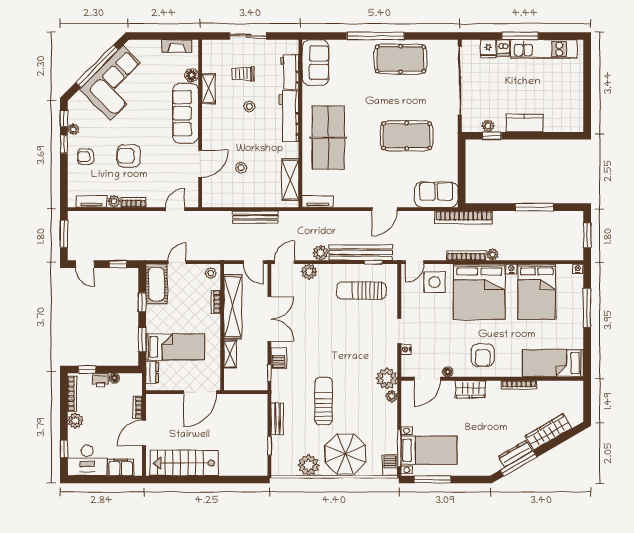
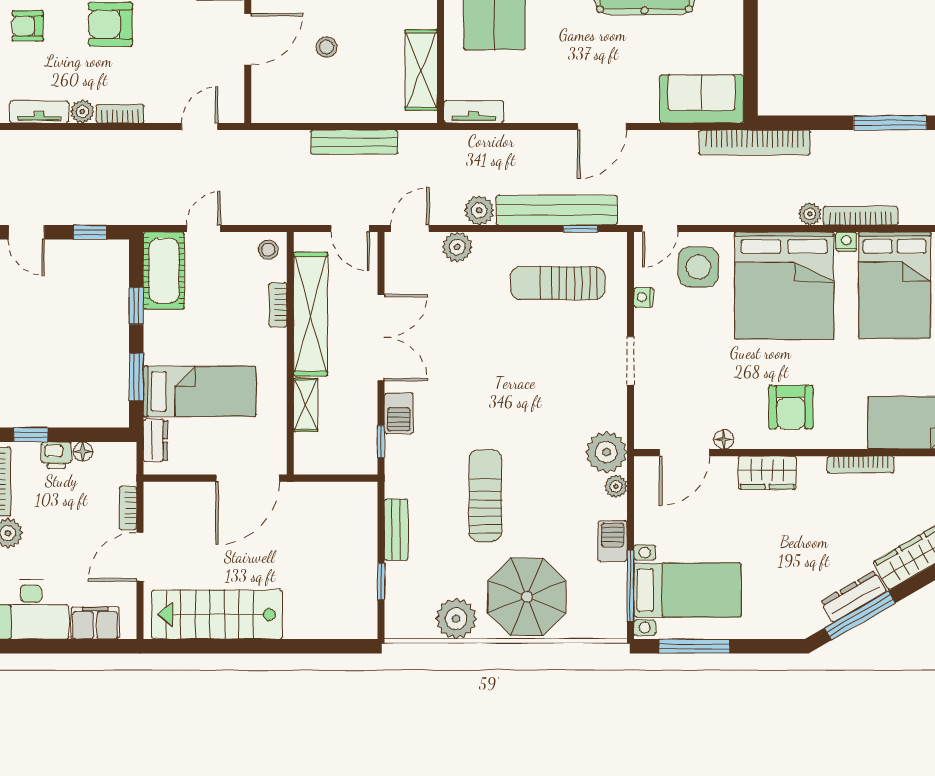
bookcase: (466, 255) -> (861, 216), moved
nightstand: (406, 349) -> (643, 297), moved
barbecue: (390, 465) -> (613, 541), moved

